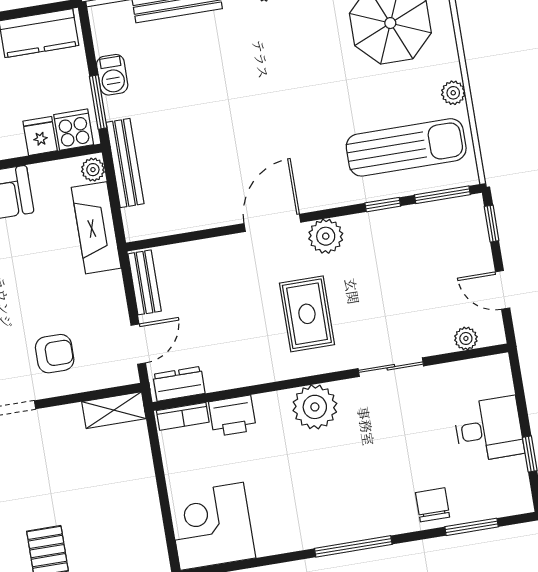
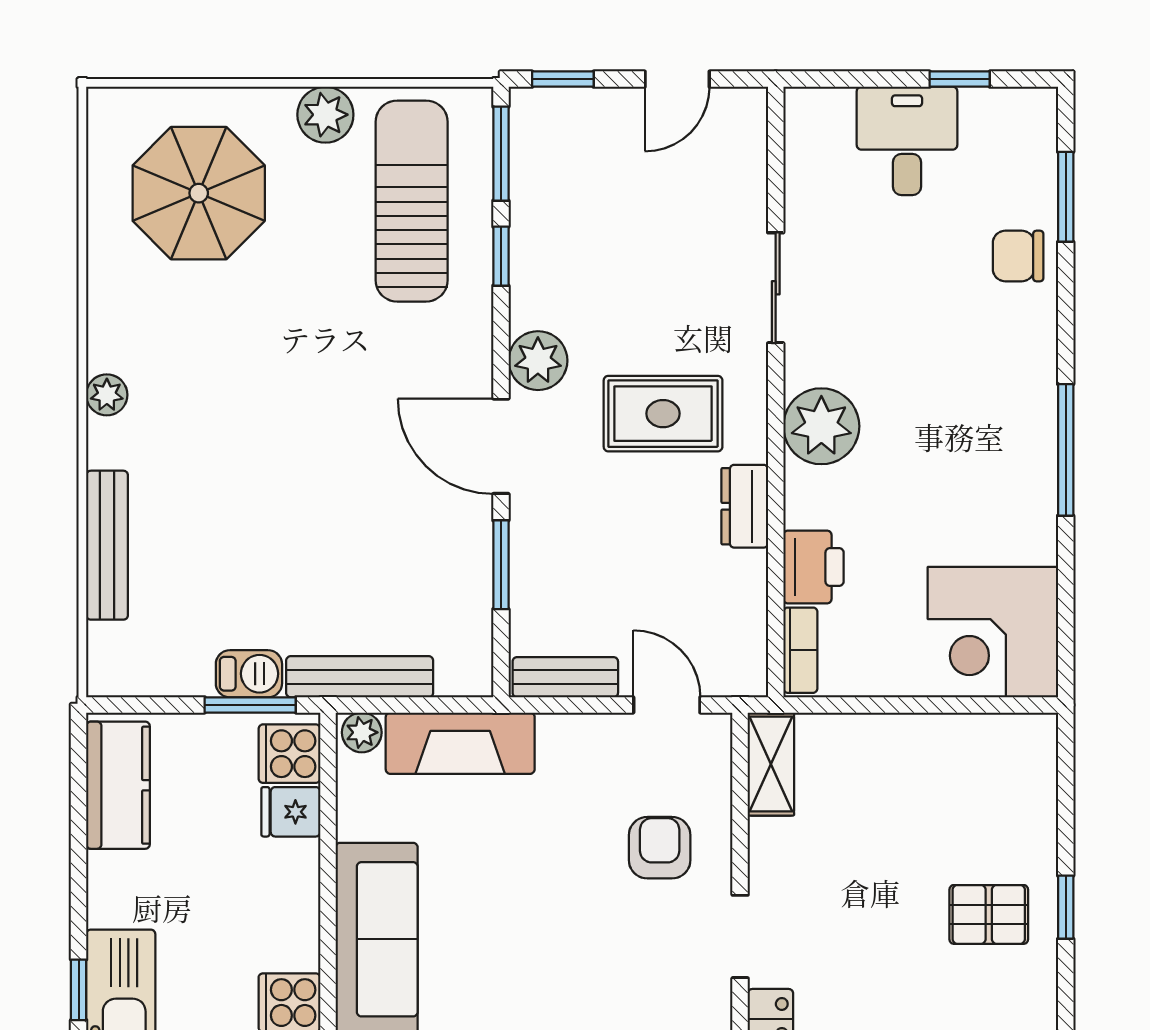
barbecue: (112, 75) -> (249, 674), moved
plant: (453, 93) -> (325, 115), width x1.38, depth x1.38
window: (204, 234) -> (501, 565), added
plant: (466, 338) -> (748, 154), removed
dresser: (179, 384) -> (745, 506), moved
window: (353, 546) -> (1066, 450), moved

